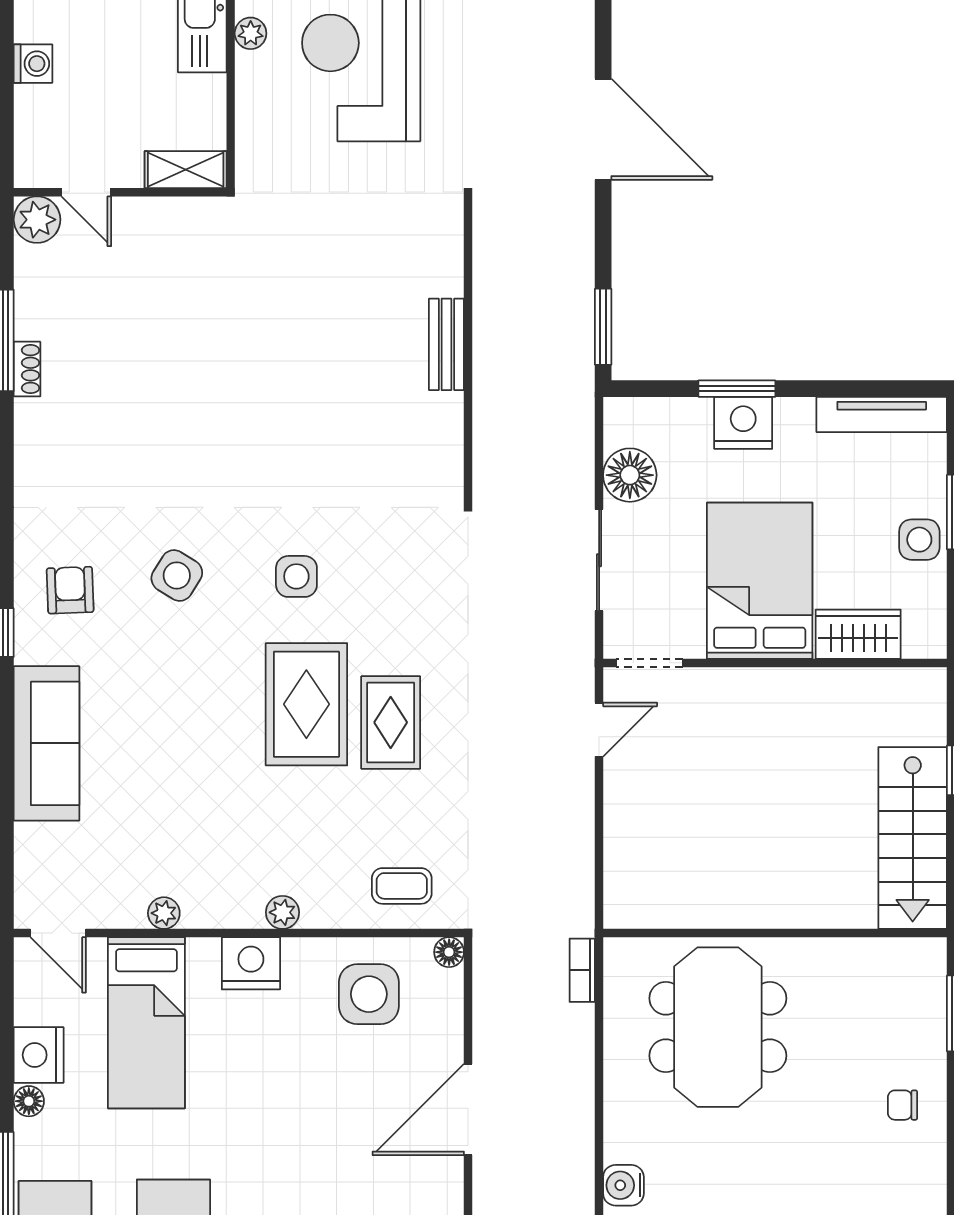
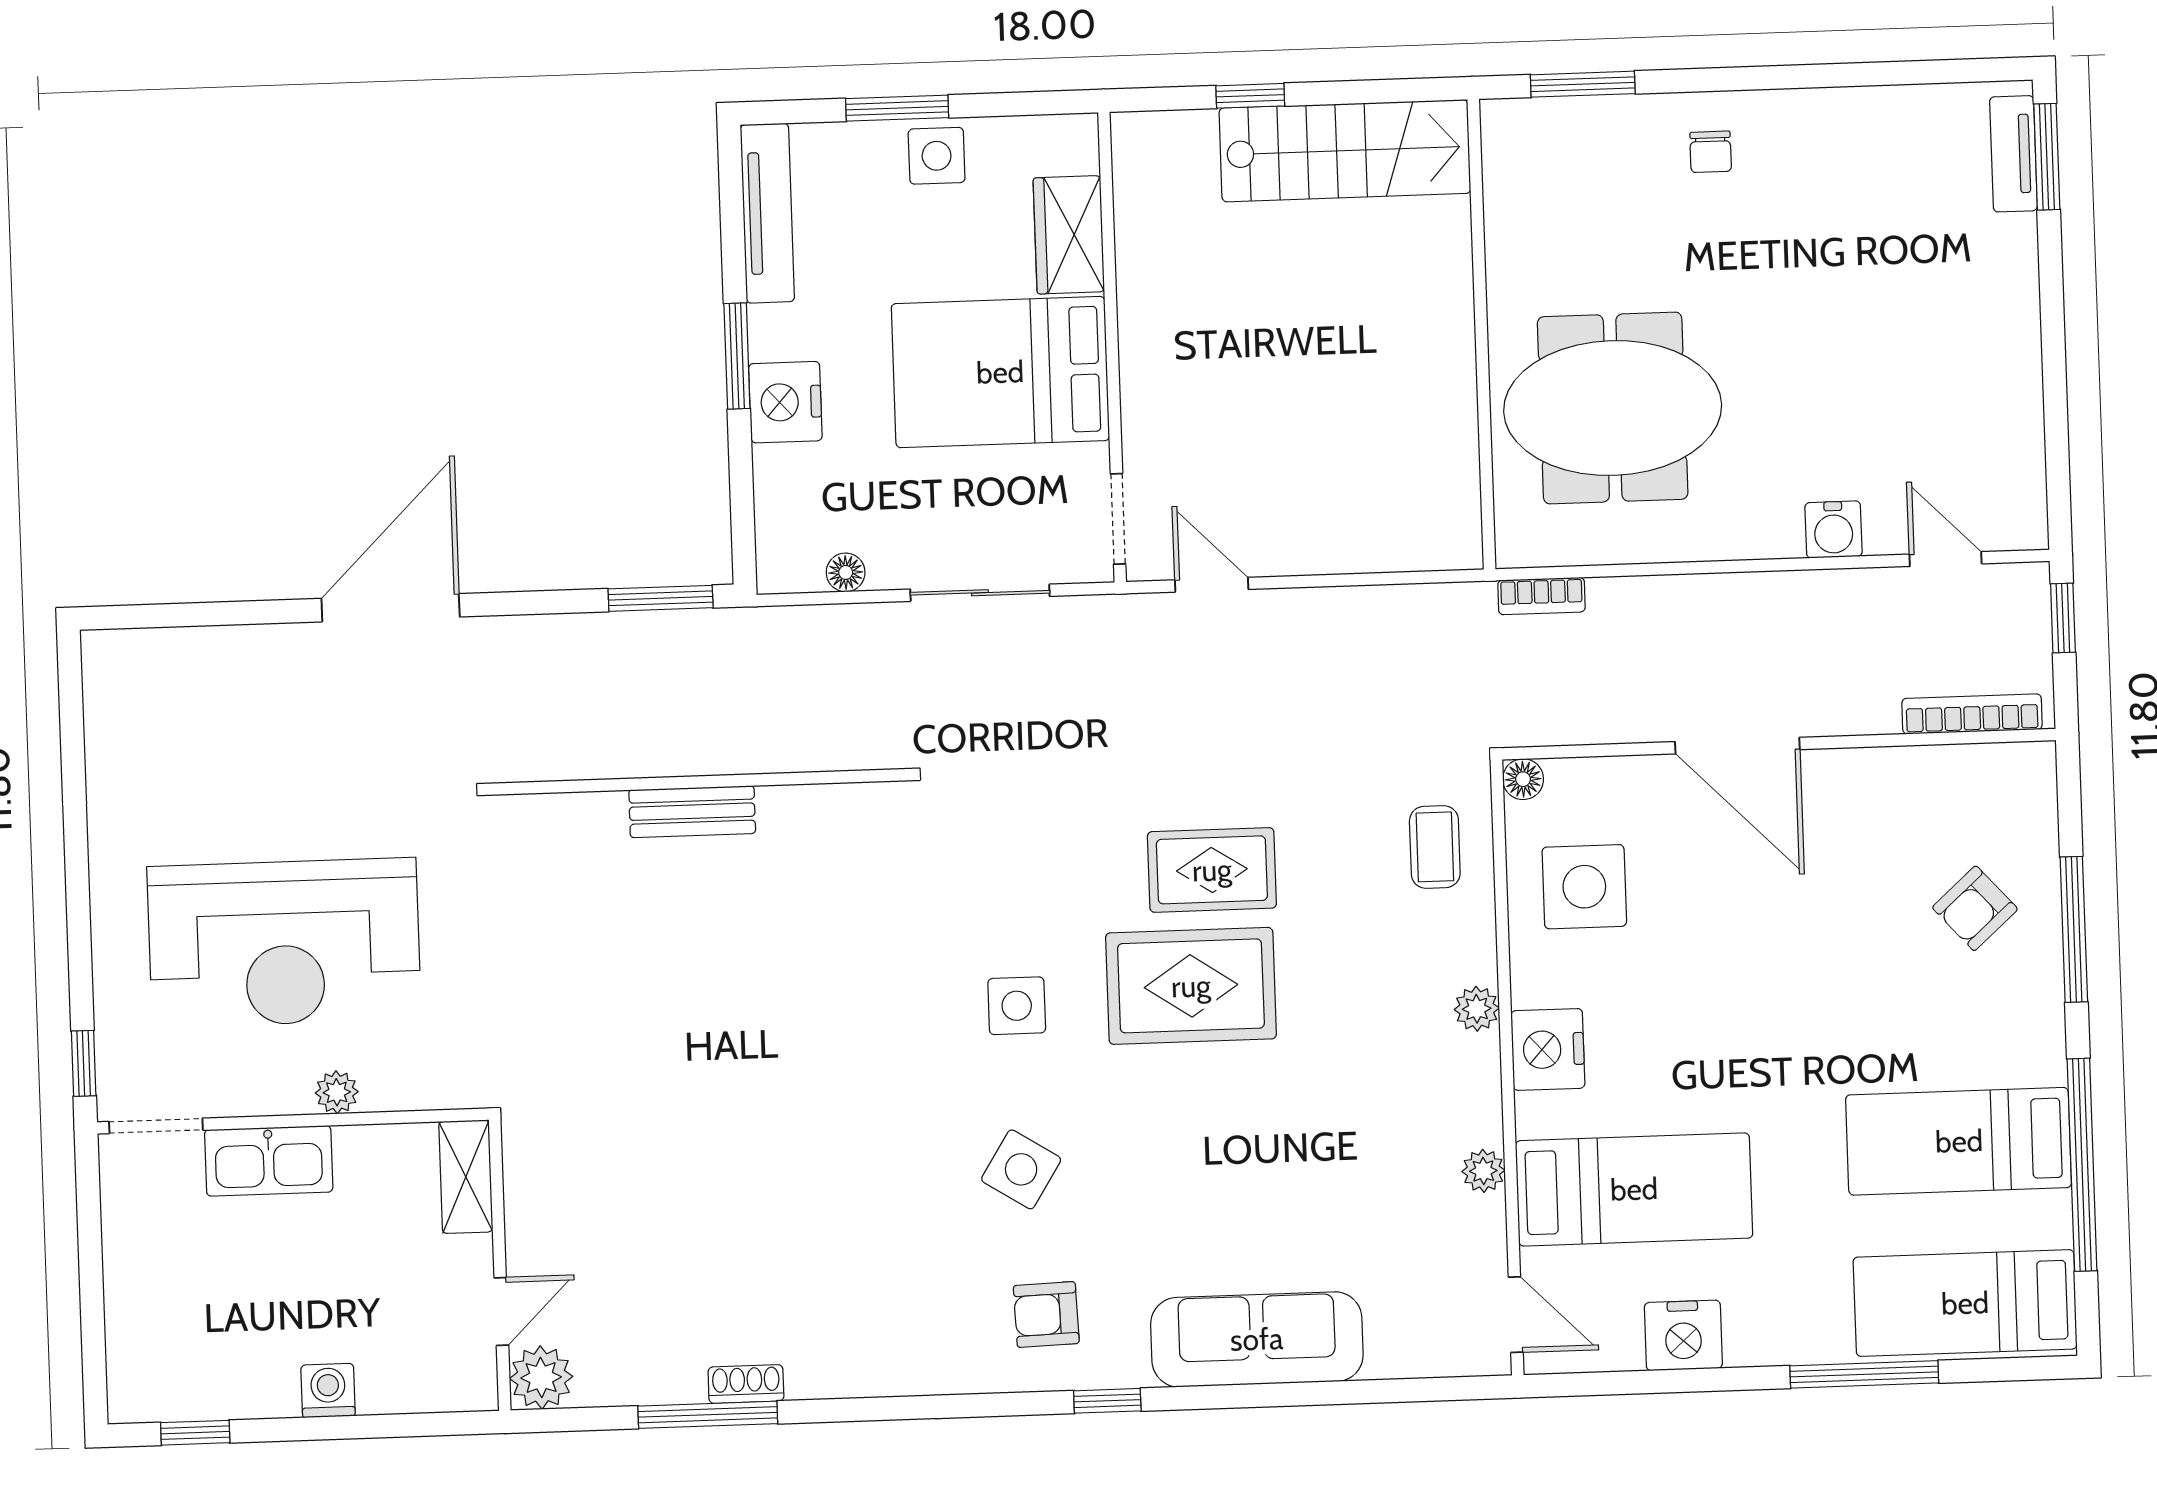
plant: (251, 33) -> (337, 1092), moved
window: (737, 389) -> (737, 356), moved
floor lamp: (630, 475) -> (846, 572), width x0.53, depth x0.53
door: (58, 933) -> (1516, 1315), hinge flipped
floor lamp: (29, 1101) -> (1747, 1347), removed

